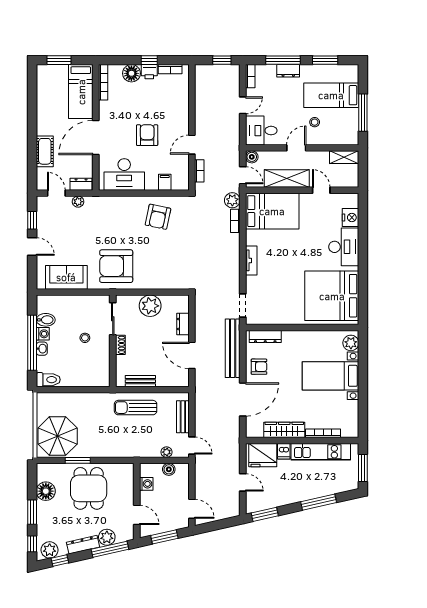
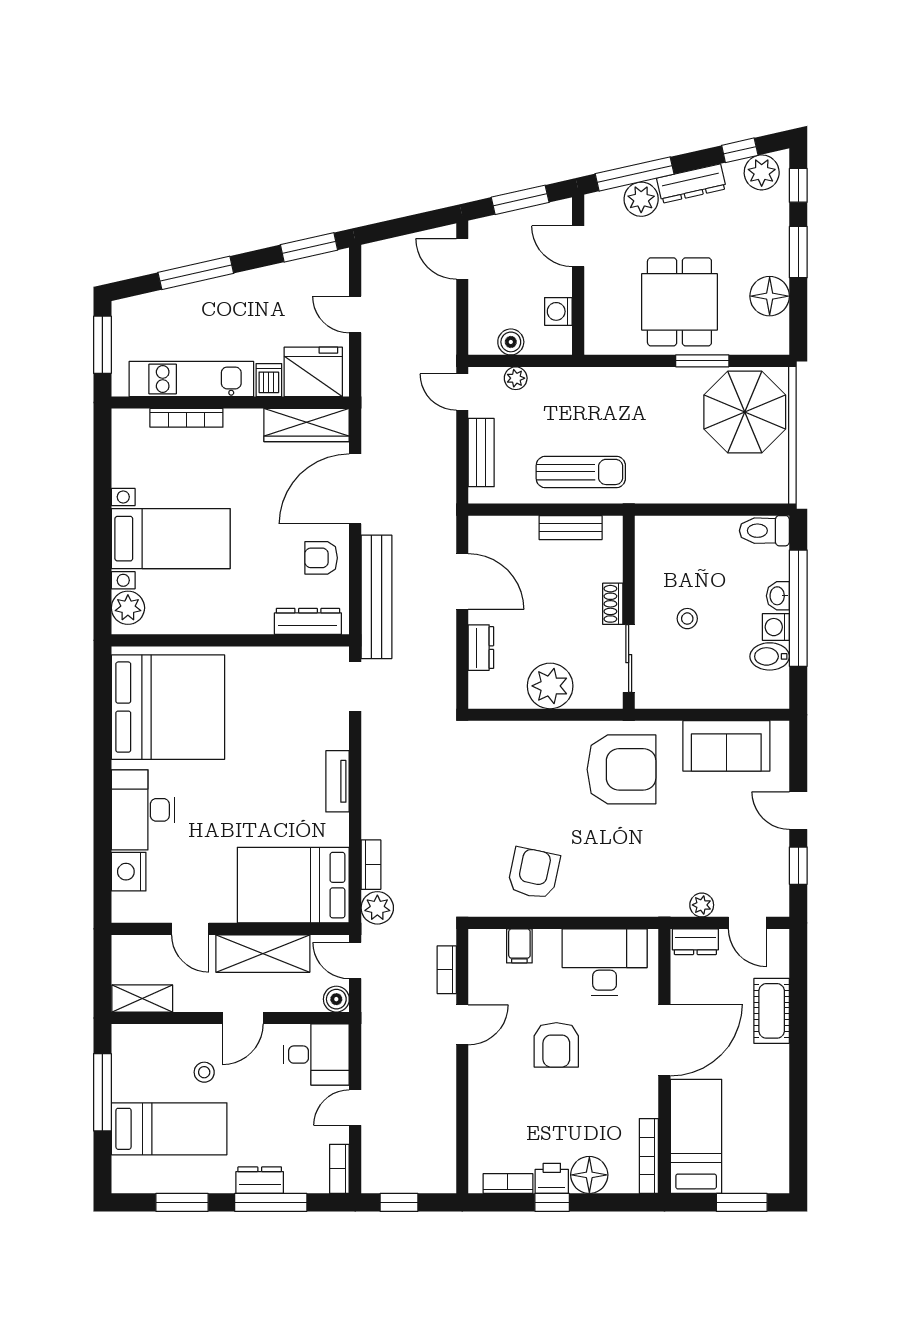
wardrobe: (284, 430) -> (307, 425), moved

